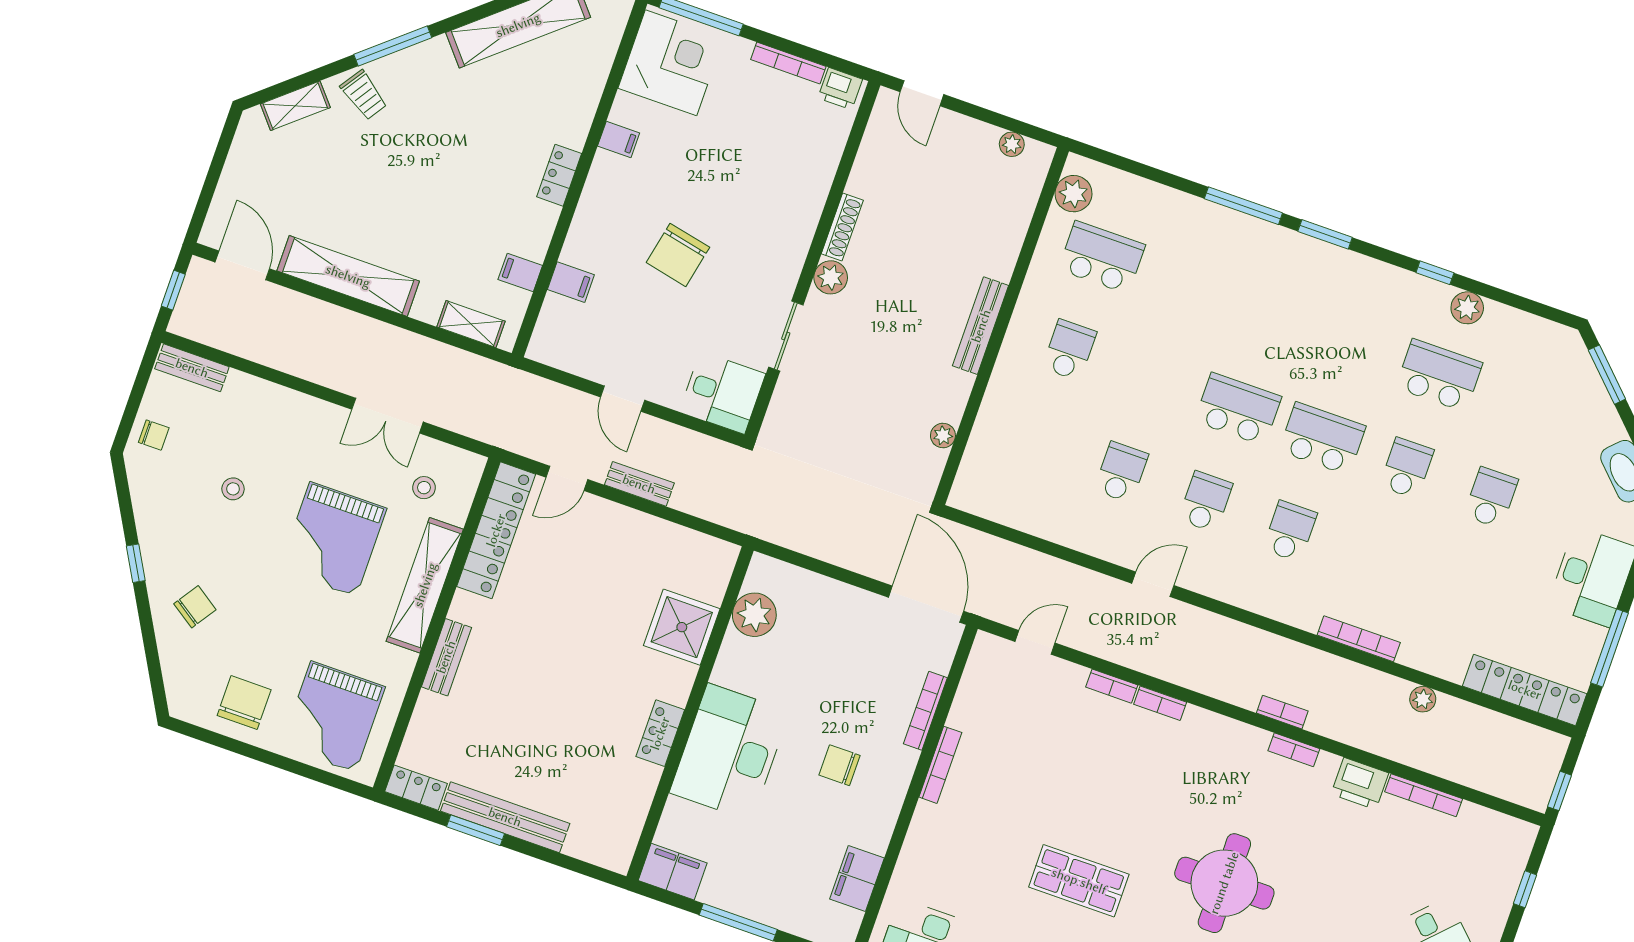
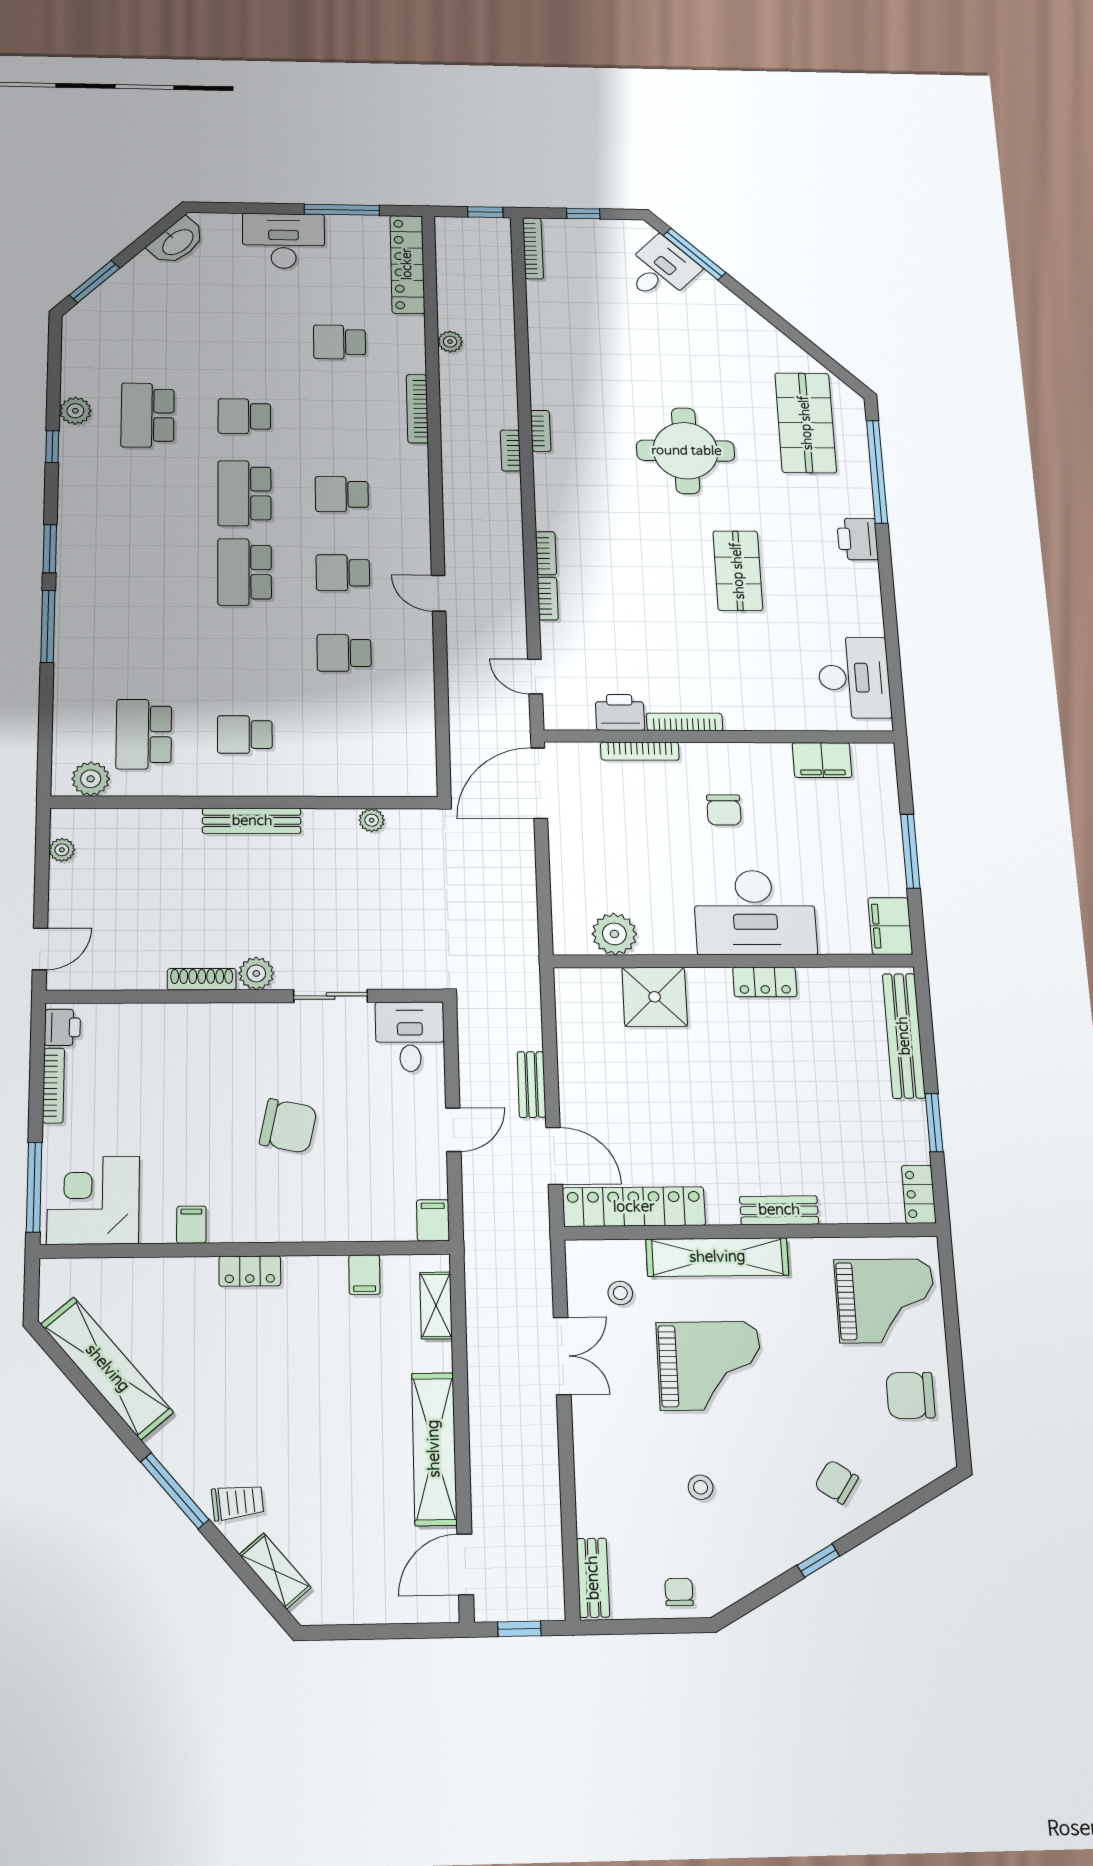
trolley: (364, 95) -> (238, 1502), turned 50
filing cabinet: (571, 282) -> (433, 1220), moved
door: (567, 478) -> (554, 1156), width x1.38
school desk: (1491, 498) -> (340, 342), moved
printer: (1360, 784) -> (620, 712), moved, turned -90
bookcase: (1424, 795) -> (533, 248), moved
bench: (505, 817) -> (904, 1036), moved

